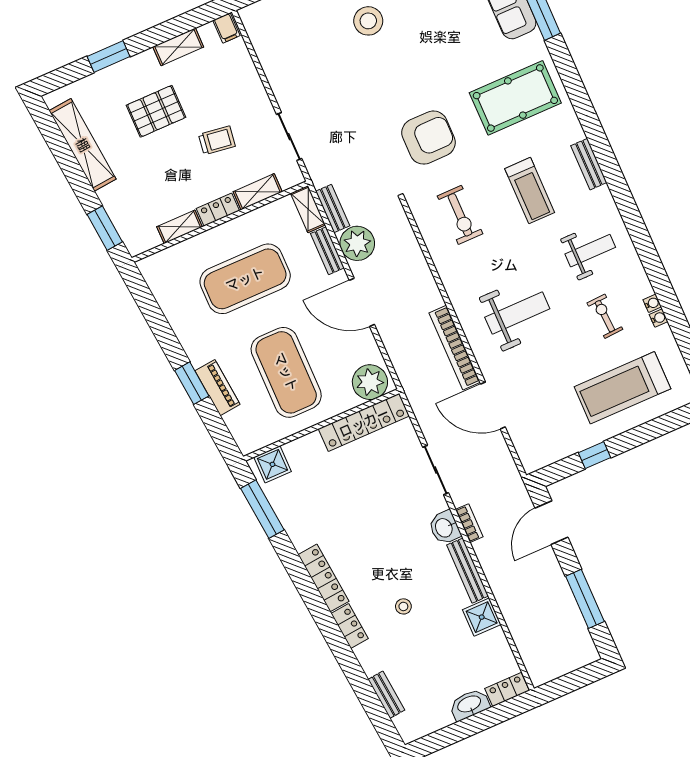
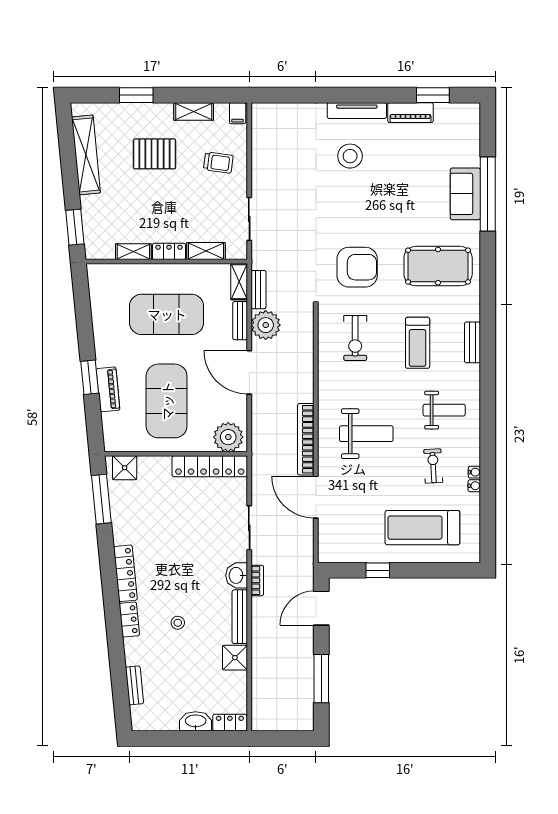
trolley: (217, 140) -> (218, 163), moved

